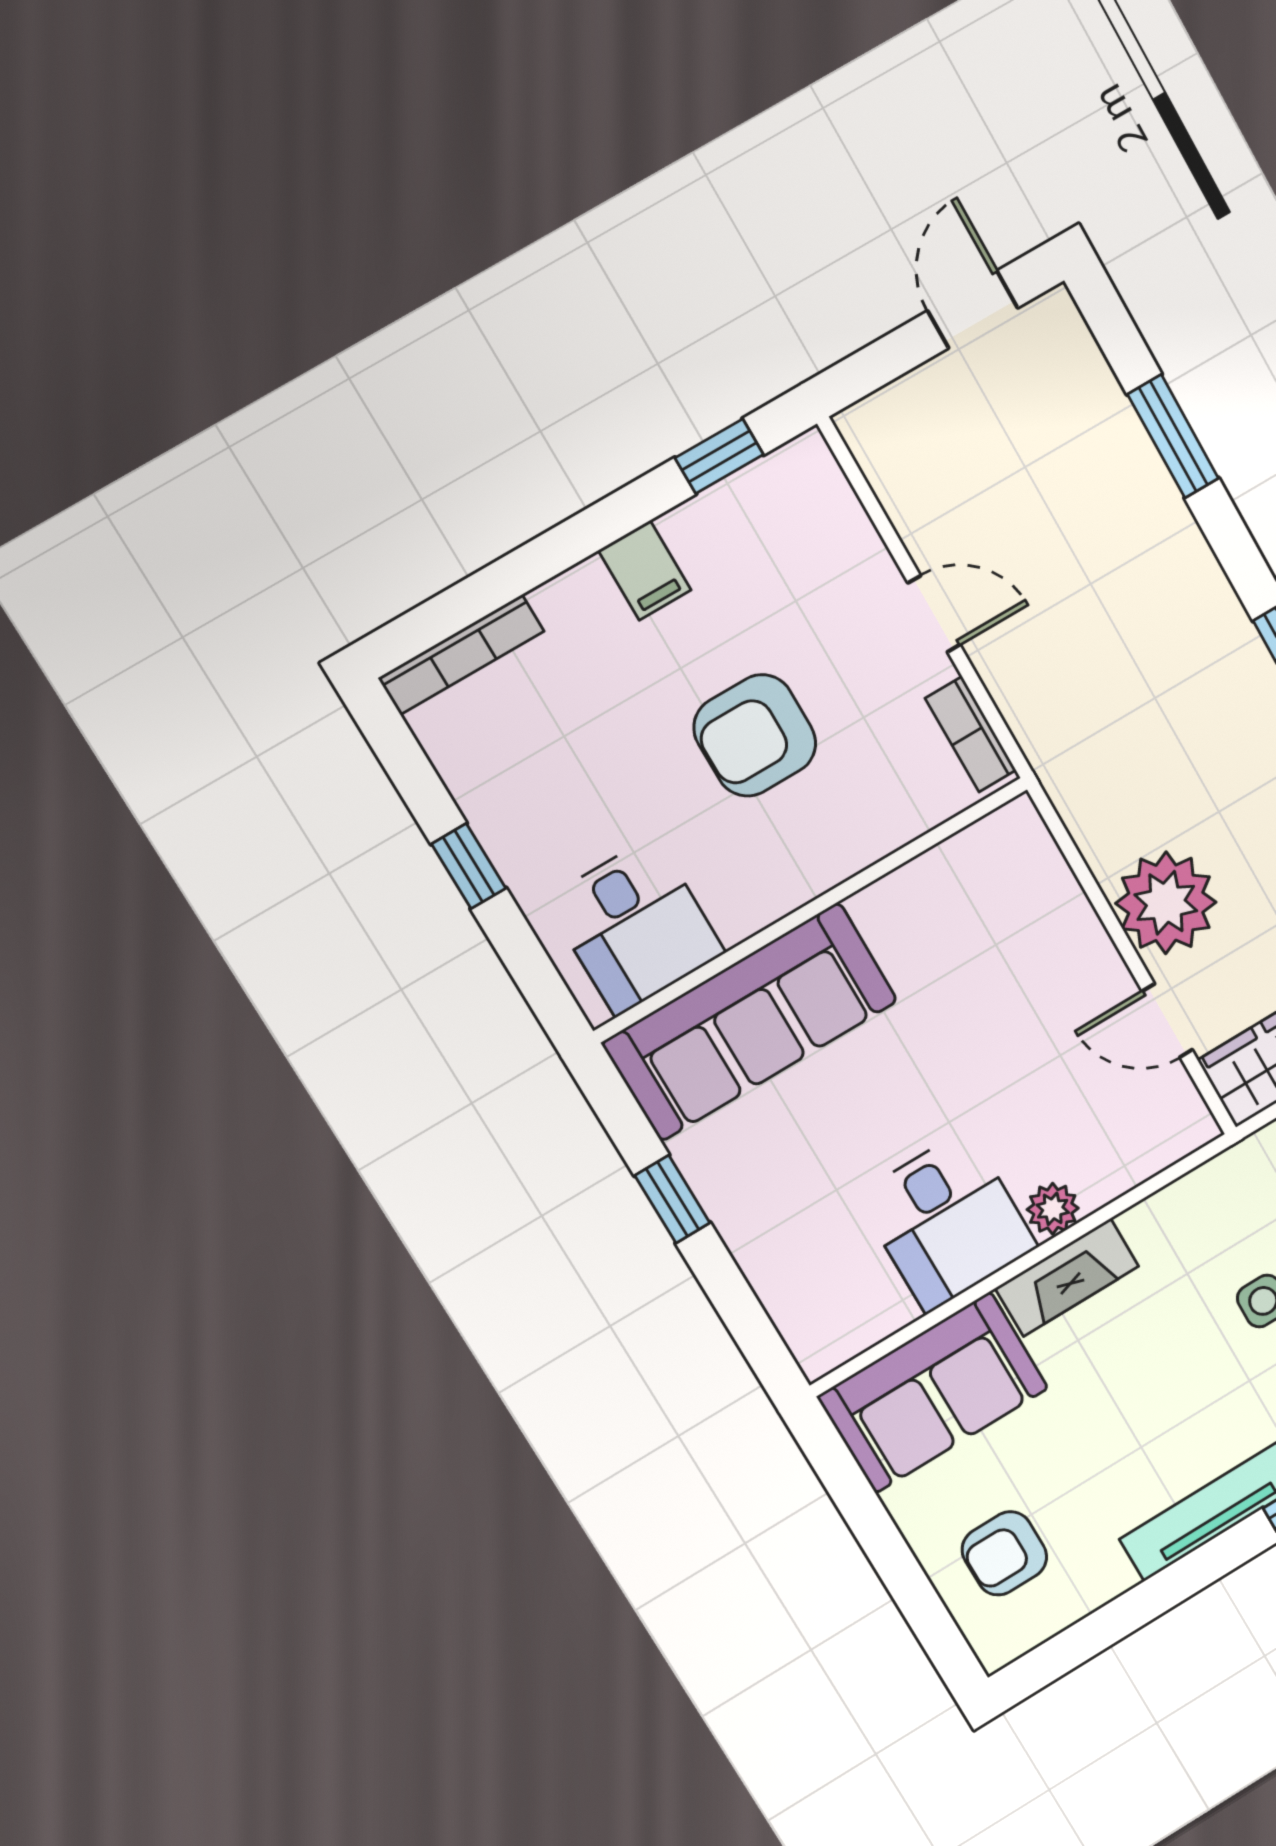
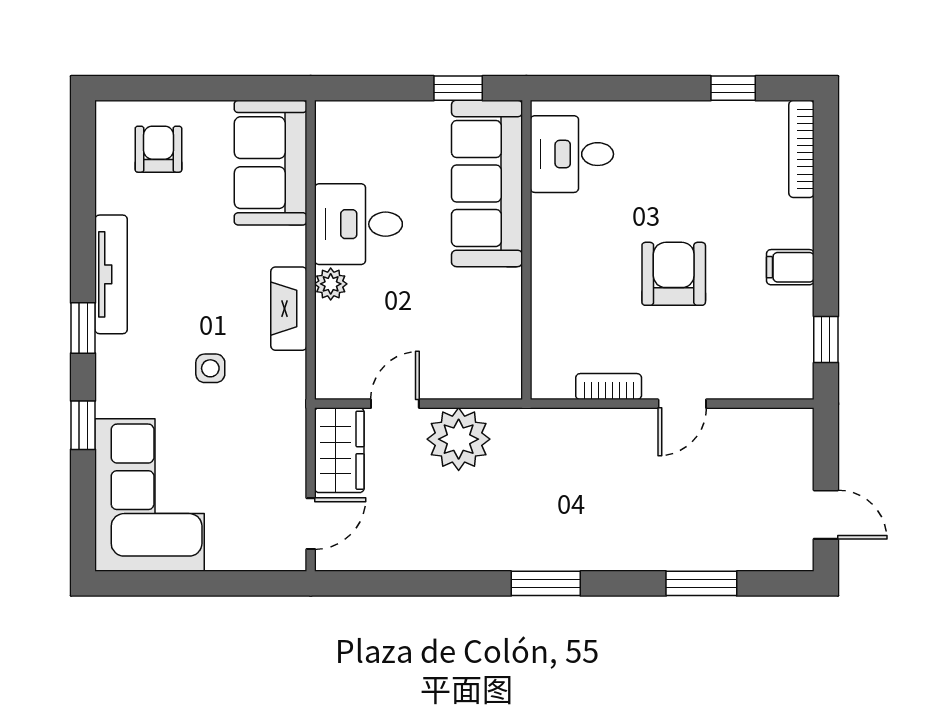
window: (469, 866) -> (733, 88), moved
wall: (812, 910) -> (526, 250), moved
desk: (635, 926) -> (572, 154), moved
sofa: (750, 1022) -> (487, 183), moved
fireplace: (1067, 1277) -> (289, 309), moved

